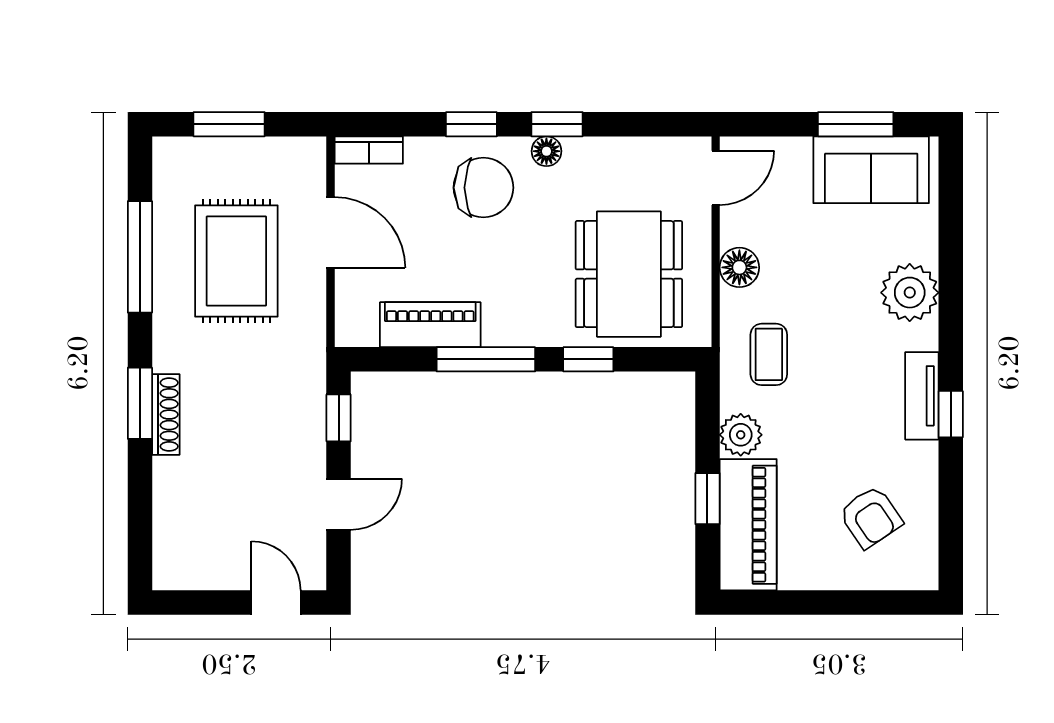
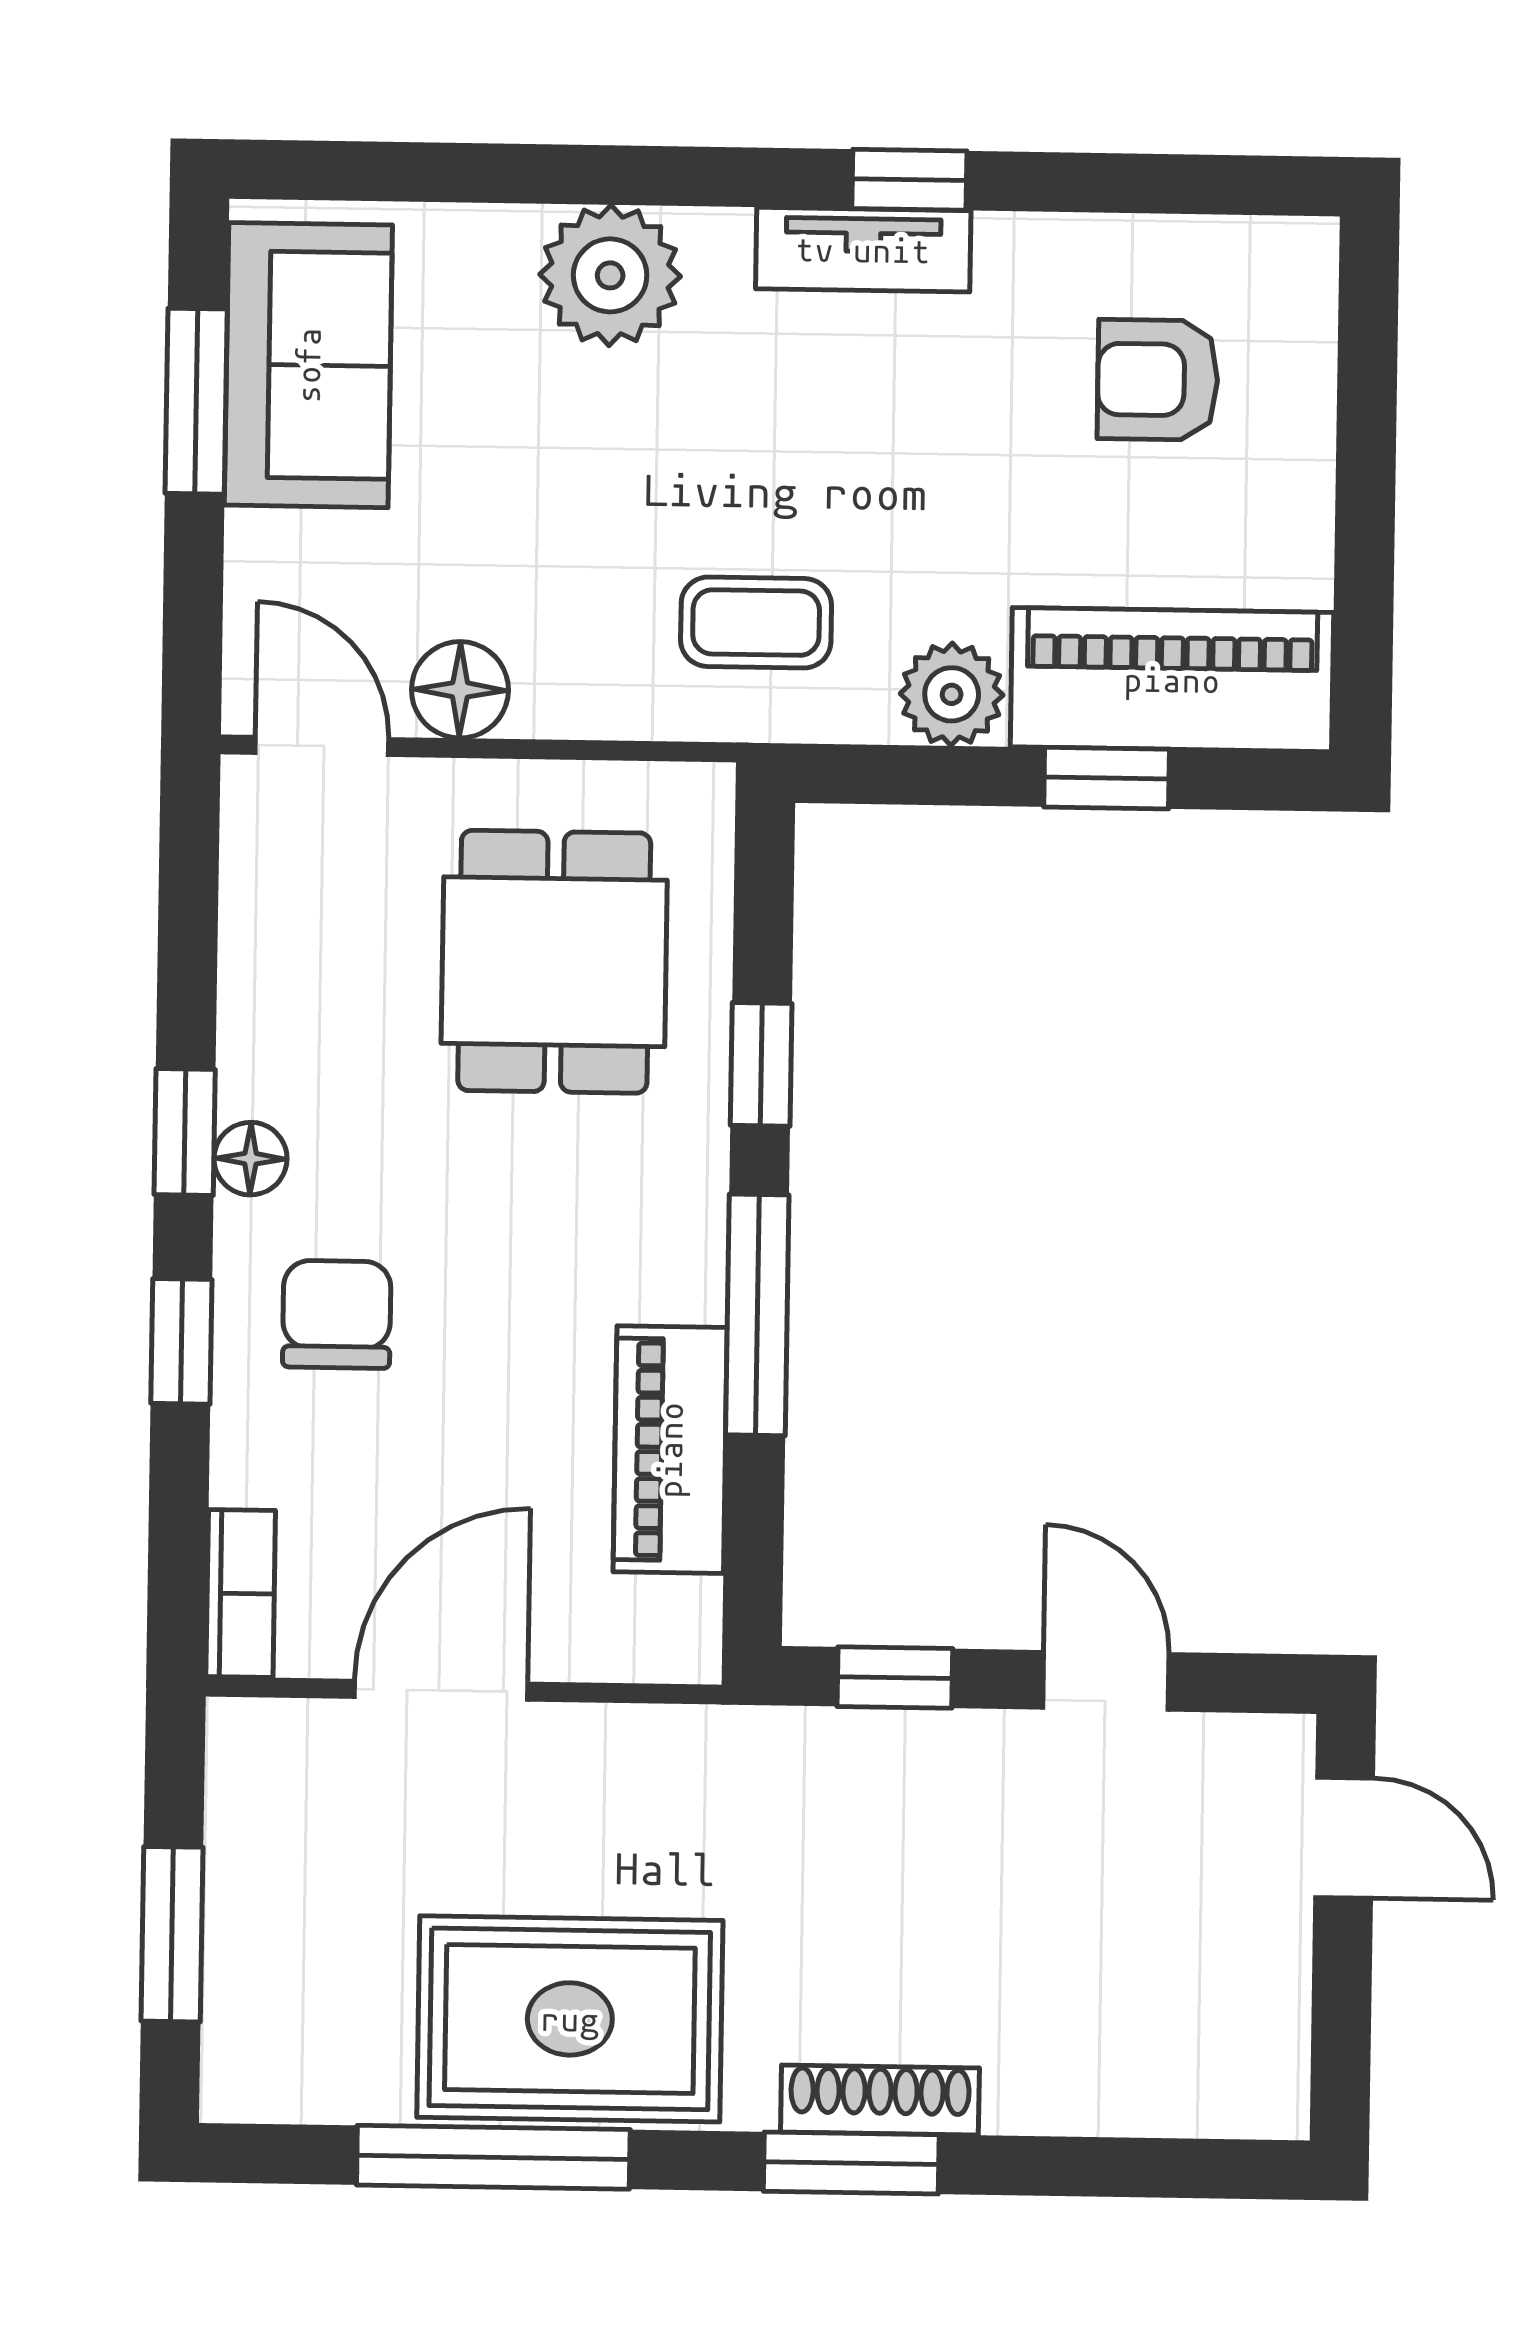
chair: (483, 188) -> (337, 1314), width x0.73, depth x0.73
rug: (236, 261) -> (570, 2019), moved
floor lamp: (739, 267) -> (460, 690), moved
dining table: (629, 274) -> (554, 962), width x0.73
armchair: (871, 517) -> (1158, 380), turned -146
door: (276, 603) -> (1344, 1838), swing flipped

